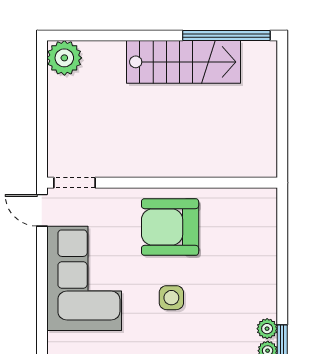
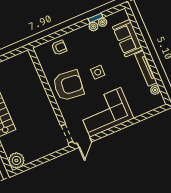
armchair: (170, 227) -> (68, 86), turned -84
armchair: (254, 241) -> (59, 48), added

